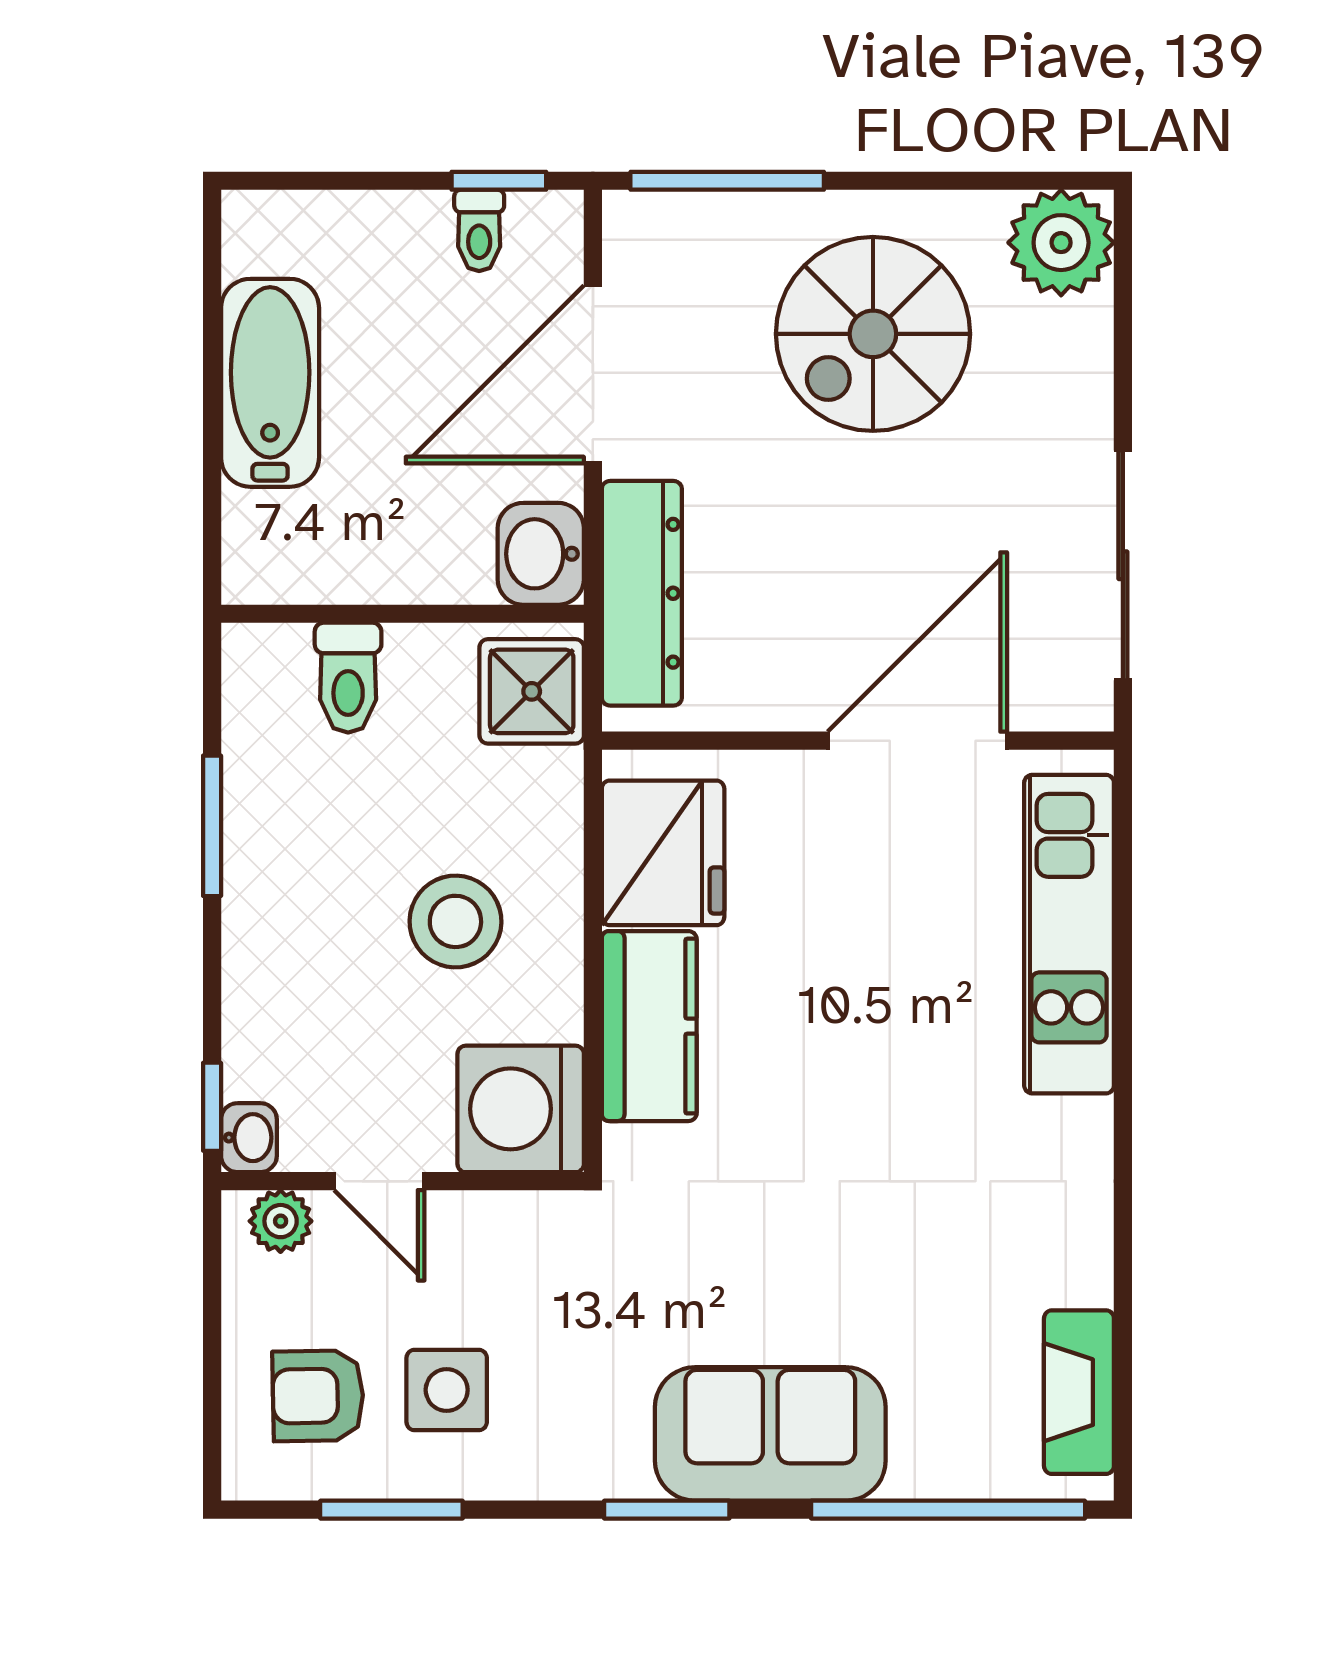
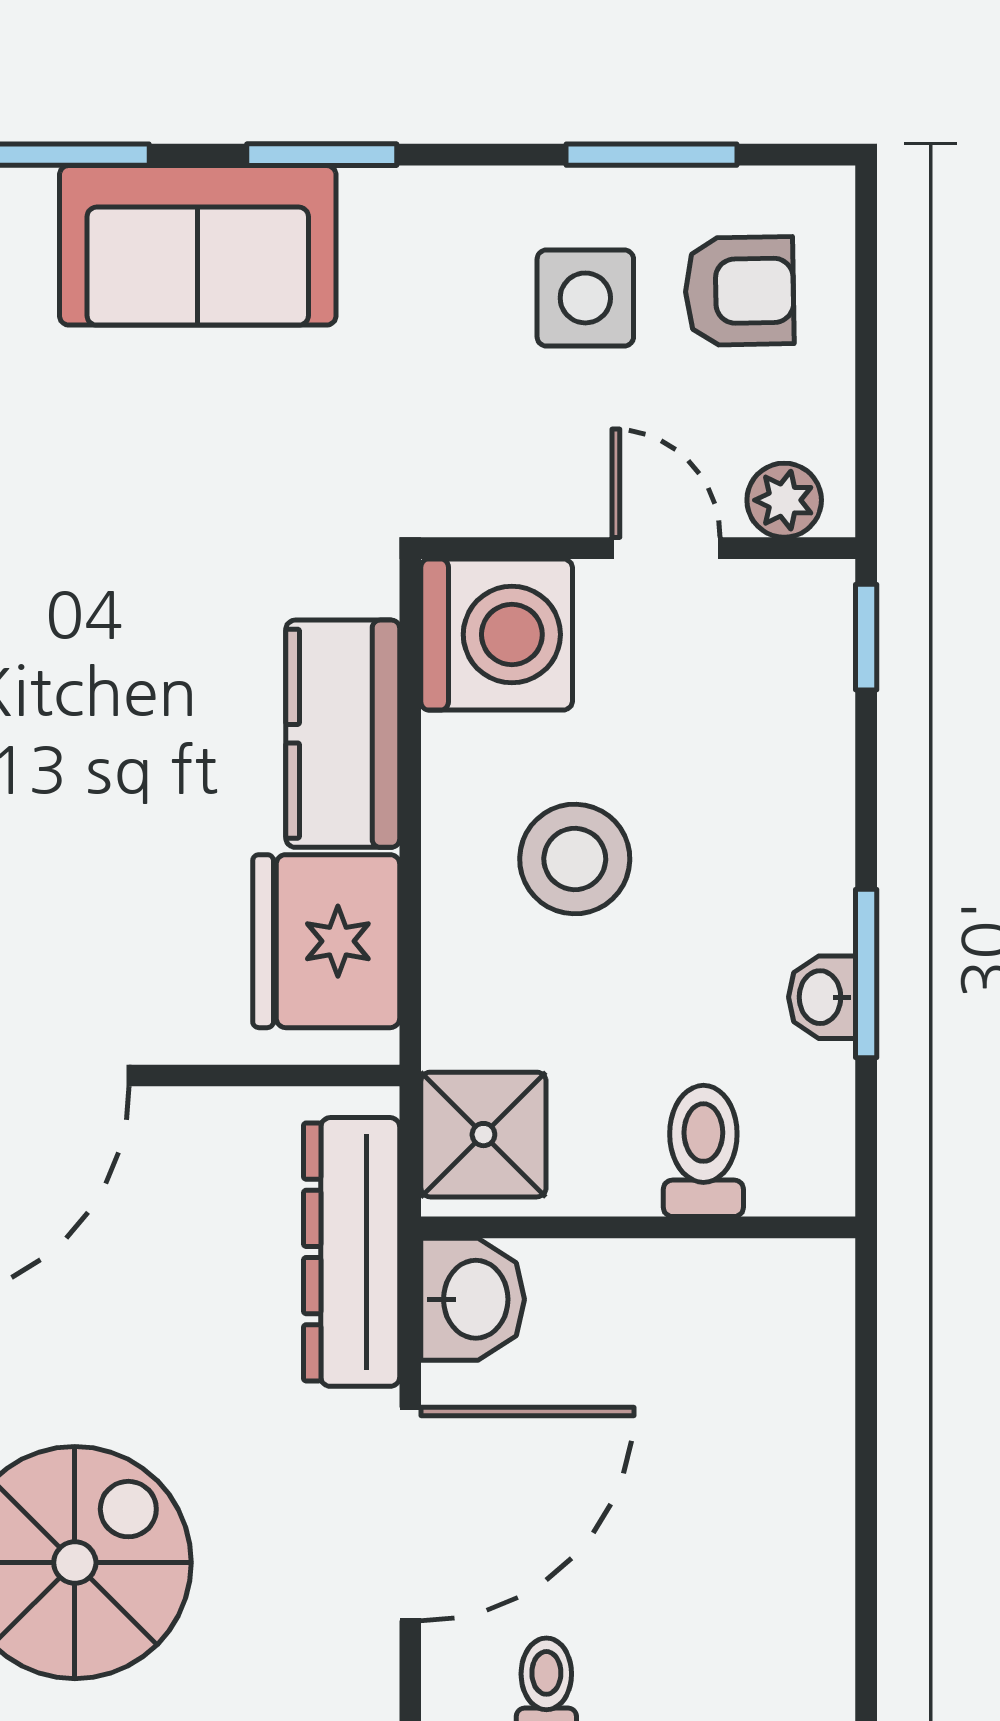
bathtub: (270, 383) -> (797, 1504), removed
washbasin: (249, 1138) -> (822, 997), moved

